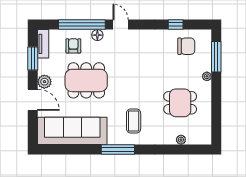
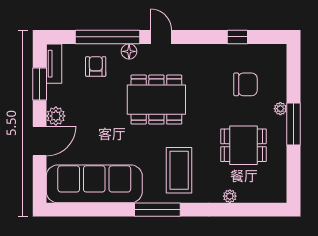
chair: (186, 46) -> (245, 84), moved
window: (216, 57) -> (294, 124), moved
dining table: (86, 80) -> (156, 100), moved
door: (33, 100) -> (40, 141), hinge flipped
coffee table: (134, 121) -> (179, 170), width x1.36, depth x1.32
plant: (181, 140) -> (230, 196), moved

